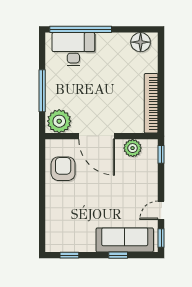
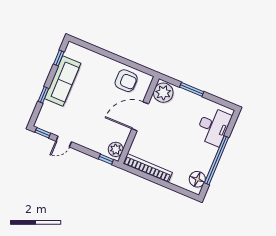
window: (81, 29) -> (217, 160), moved
window: (42, 91) -> (192, 89), width x0.69
plant: (133, 148) -> (116, 149), moved
door: (161, 210) -> (64, 142), swing flipped
sofa: (125, 240) -> (63, 81), moved

